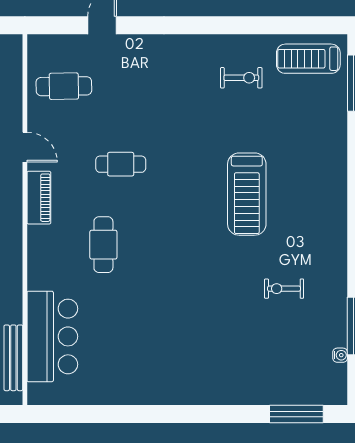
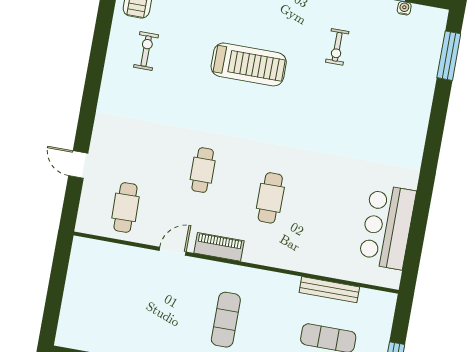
cafe table: (103, 245) -> (270, 198), turned 90
bar counter: (52, 336) -> (387, 227), moved, turned -90
bench: (13, 358) -> (329, 290), moved

